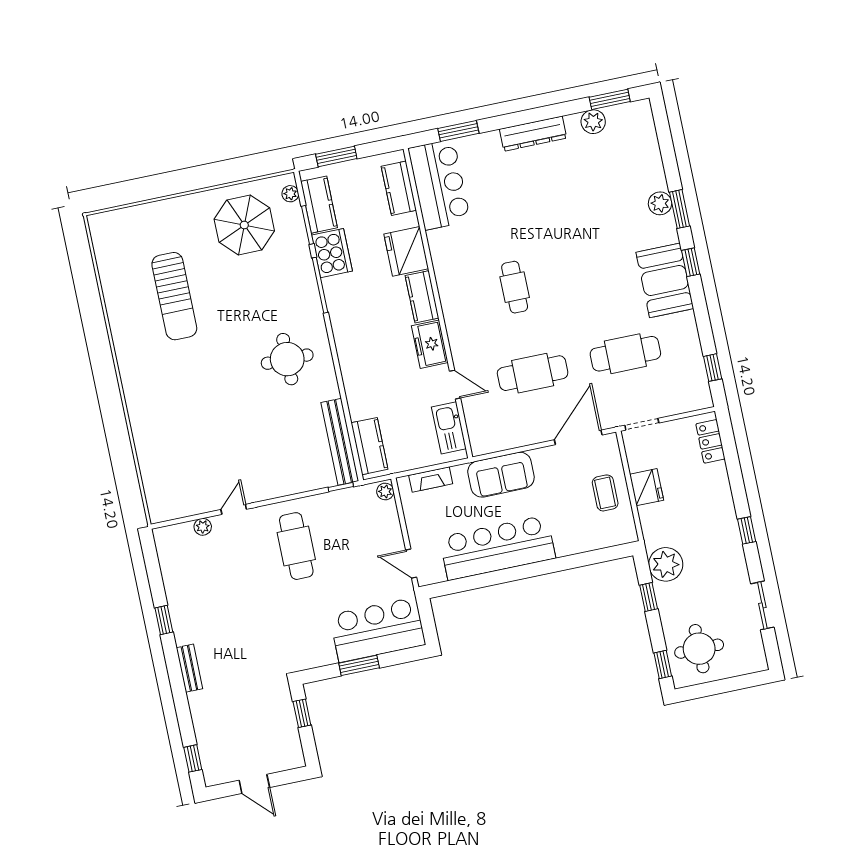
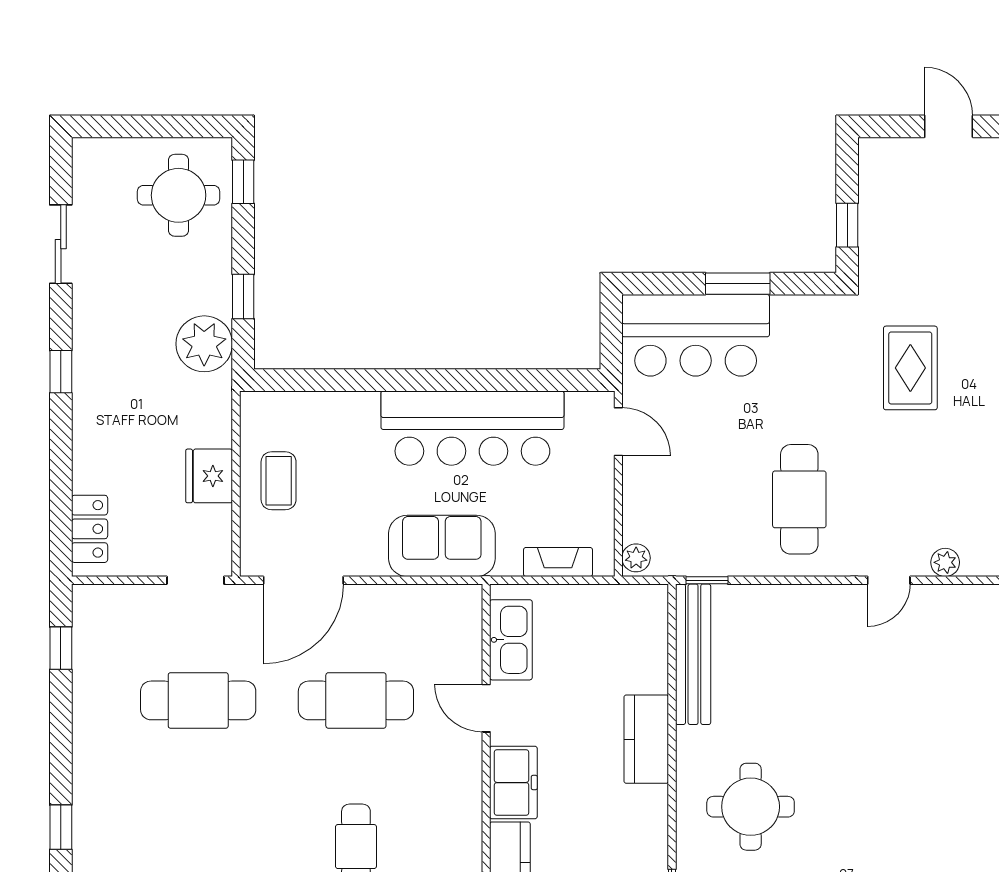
booth: (665, 280) -> (109, 806), removed
kitchen counter: (369, 446) -> (646, 739), moved
rug: (247, 637) -> (910, 368), added

